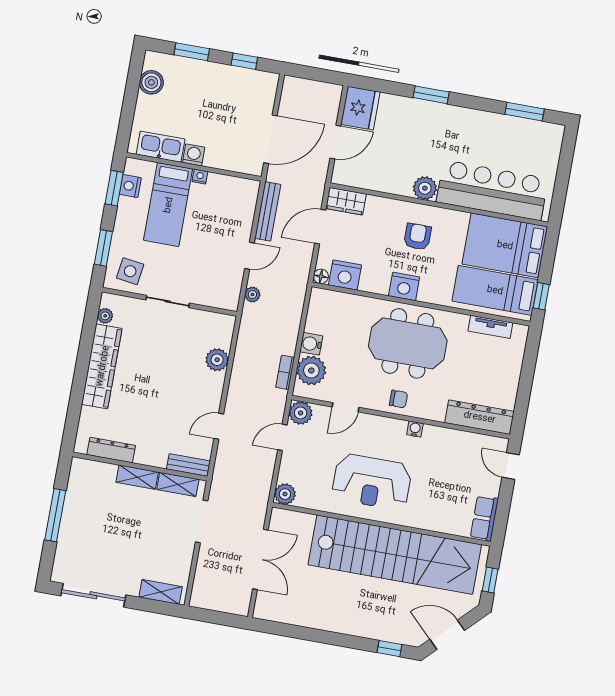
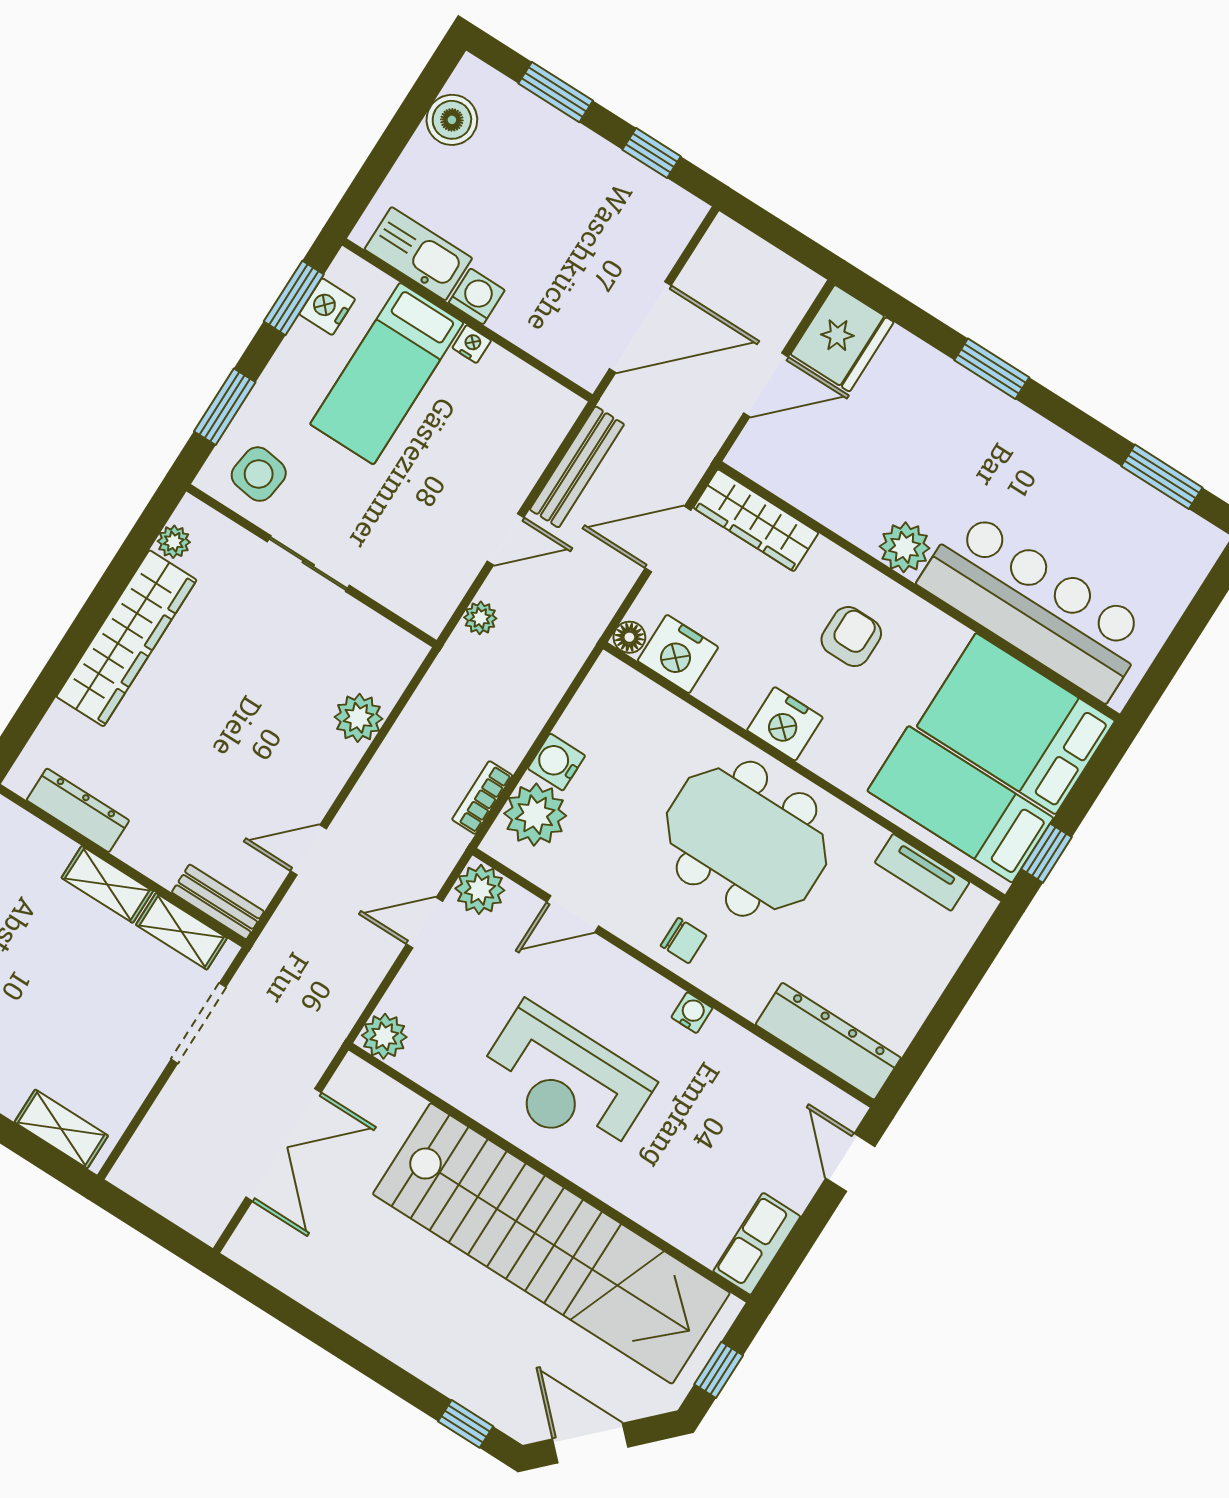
wardrobe: (346, 201) -> (756, 520), width x1.50

